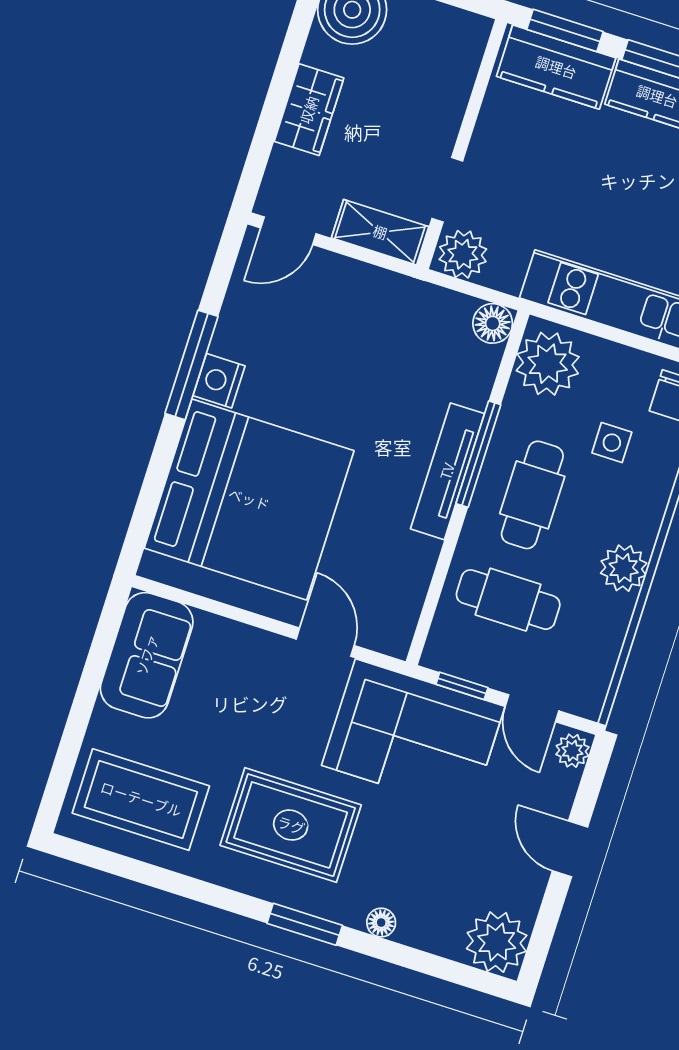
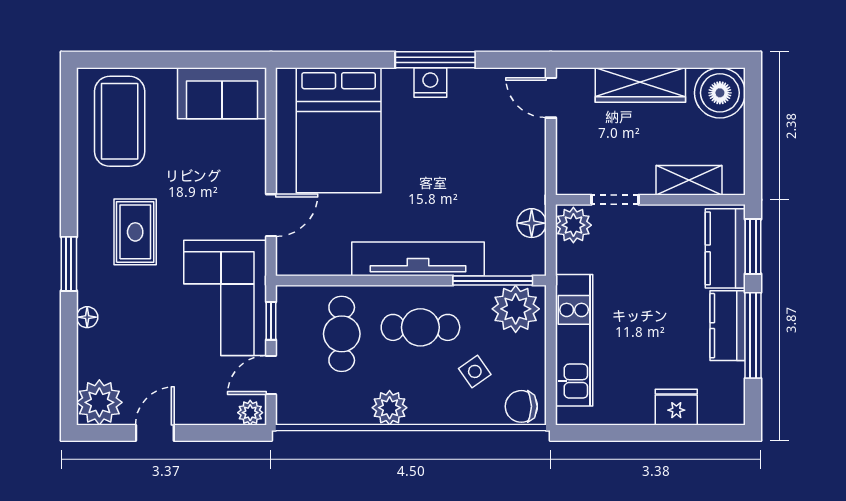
wardrobe: (309, 110) -> (640, 85), width x1.50
shelving: (380, 232) -> (689, 180), moved, turned 90
floor lamp: (493, 323) -> (532, 223), moved
side table: (612, 443) -> (475, 371), turned -35
window: (478, 454) -> (493, 281), moved
tv unit: (447, 471) -> (418, 259), width x1.36, depth x1.29
bed: (249, 499) -> (339, 130), width x0.73
rug: (291, 825) -> (135, 232), width x0.73, depth x0.70
door: (570, 849) -> (155, 433), moved

